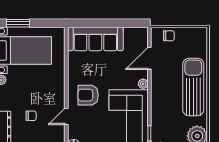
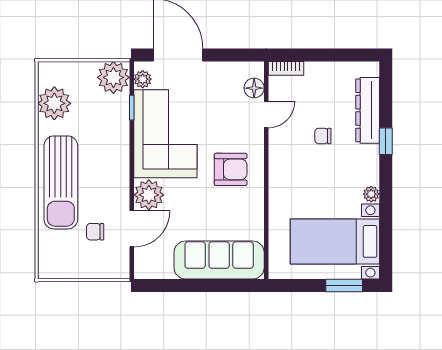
chair: (169, 36) -> (95, 232), moved
plant: (143, 84) -> (149, 195), width x1.87, depth x1.87
door: (66, 116) -> (266, 114), moved

